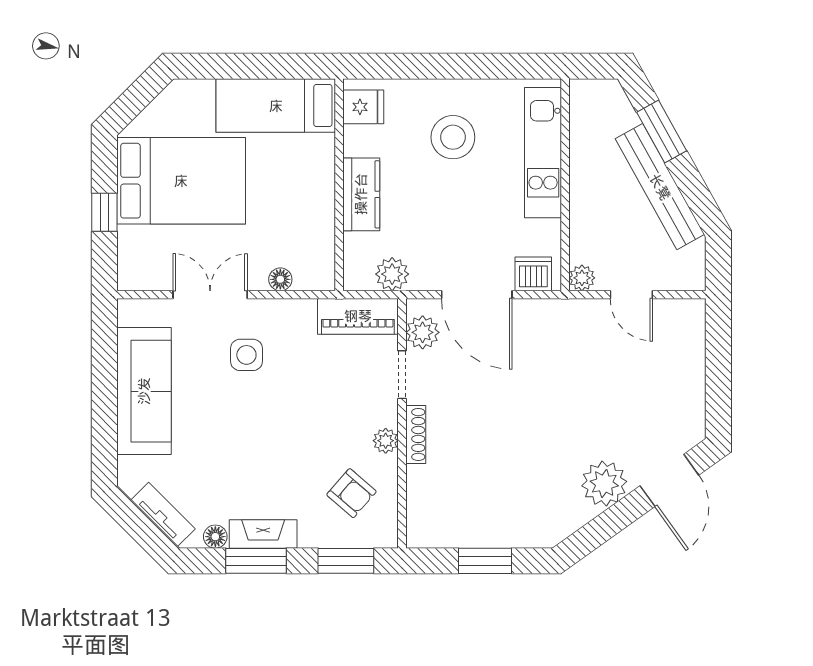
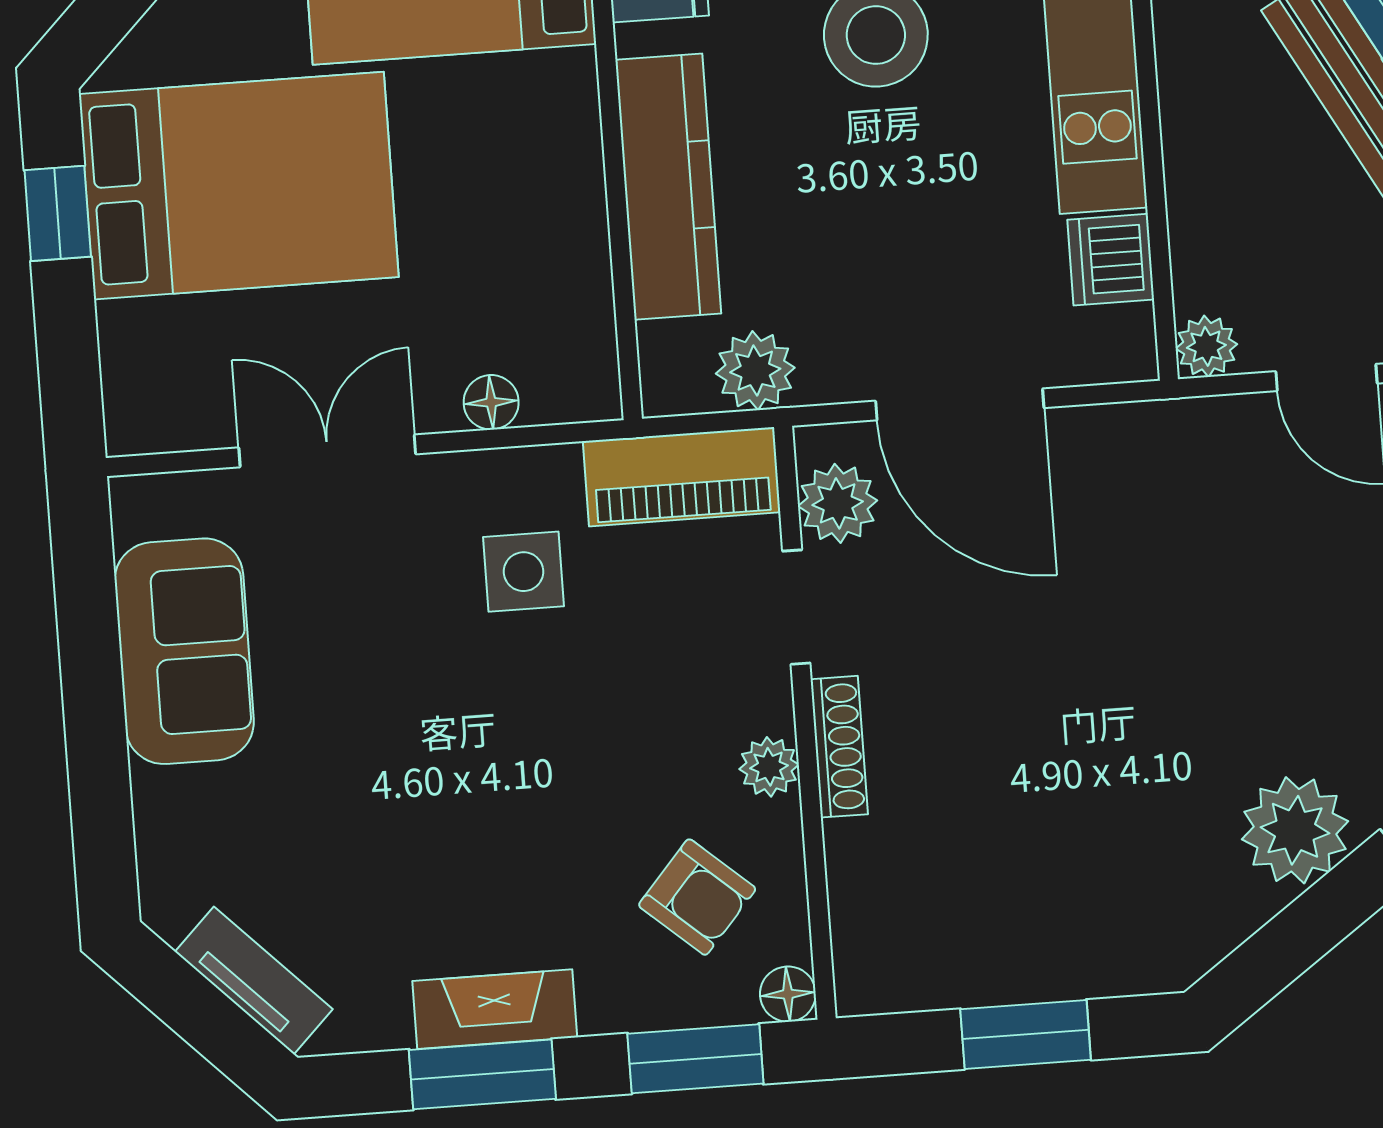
kitchen counter: (361, 194) -> (668, 187), width x1.50
window: (104, 212) -> (58, 213), moved
dishwasher: (533, 274) -> (1111, 260), moved, turned -90
side table: (246, 355) -> (524, 572), moved
sofa: (144, 391) -> (184, 651), width x0.73
floor lamp: (215, 537) -> (788, 994), moved

